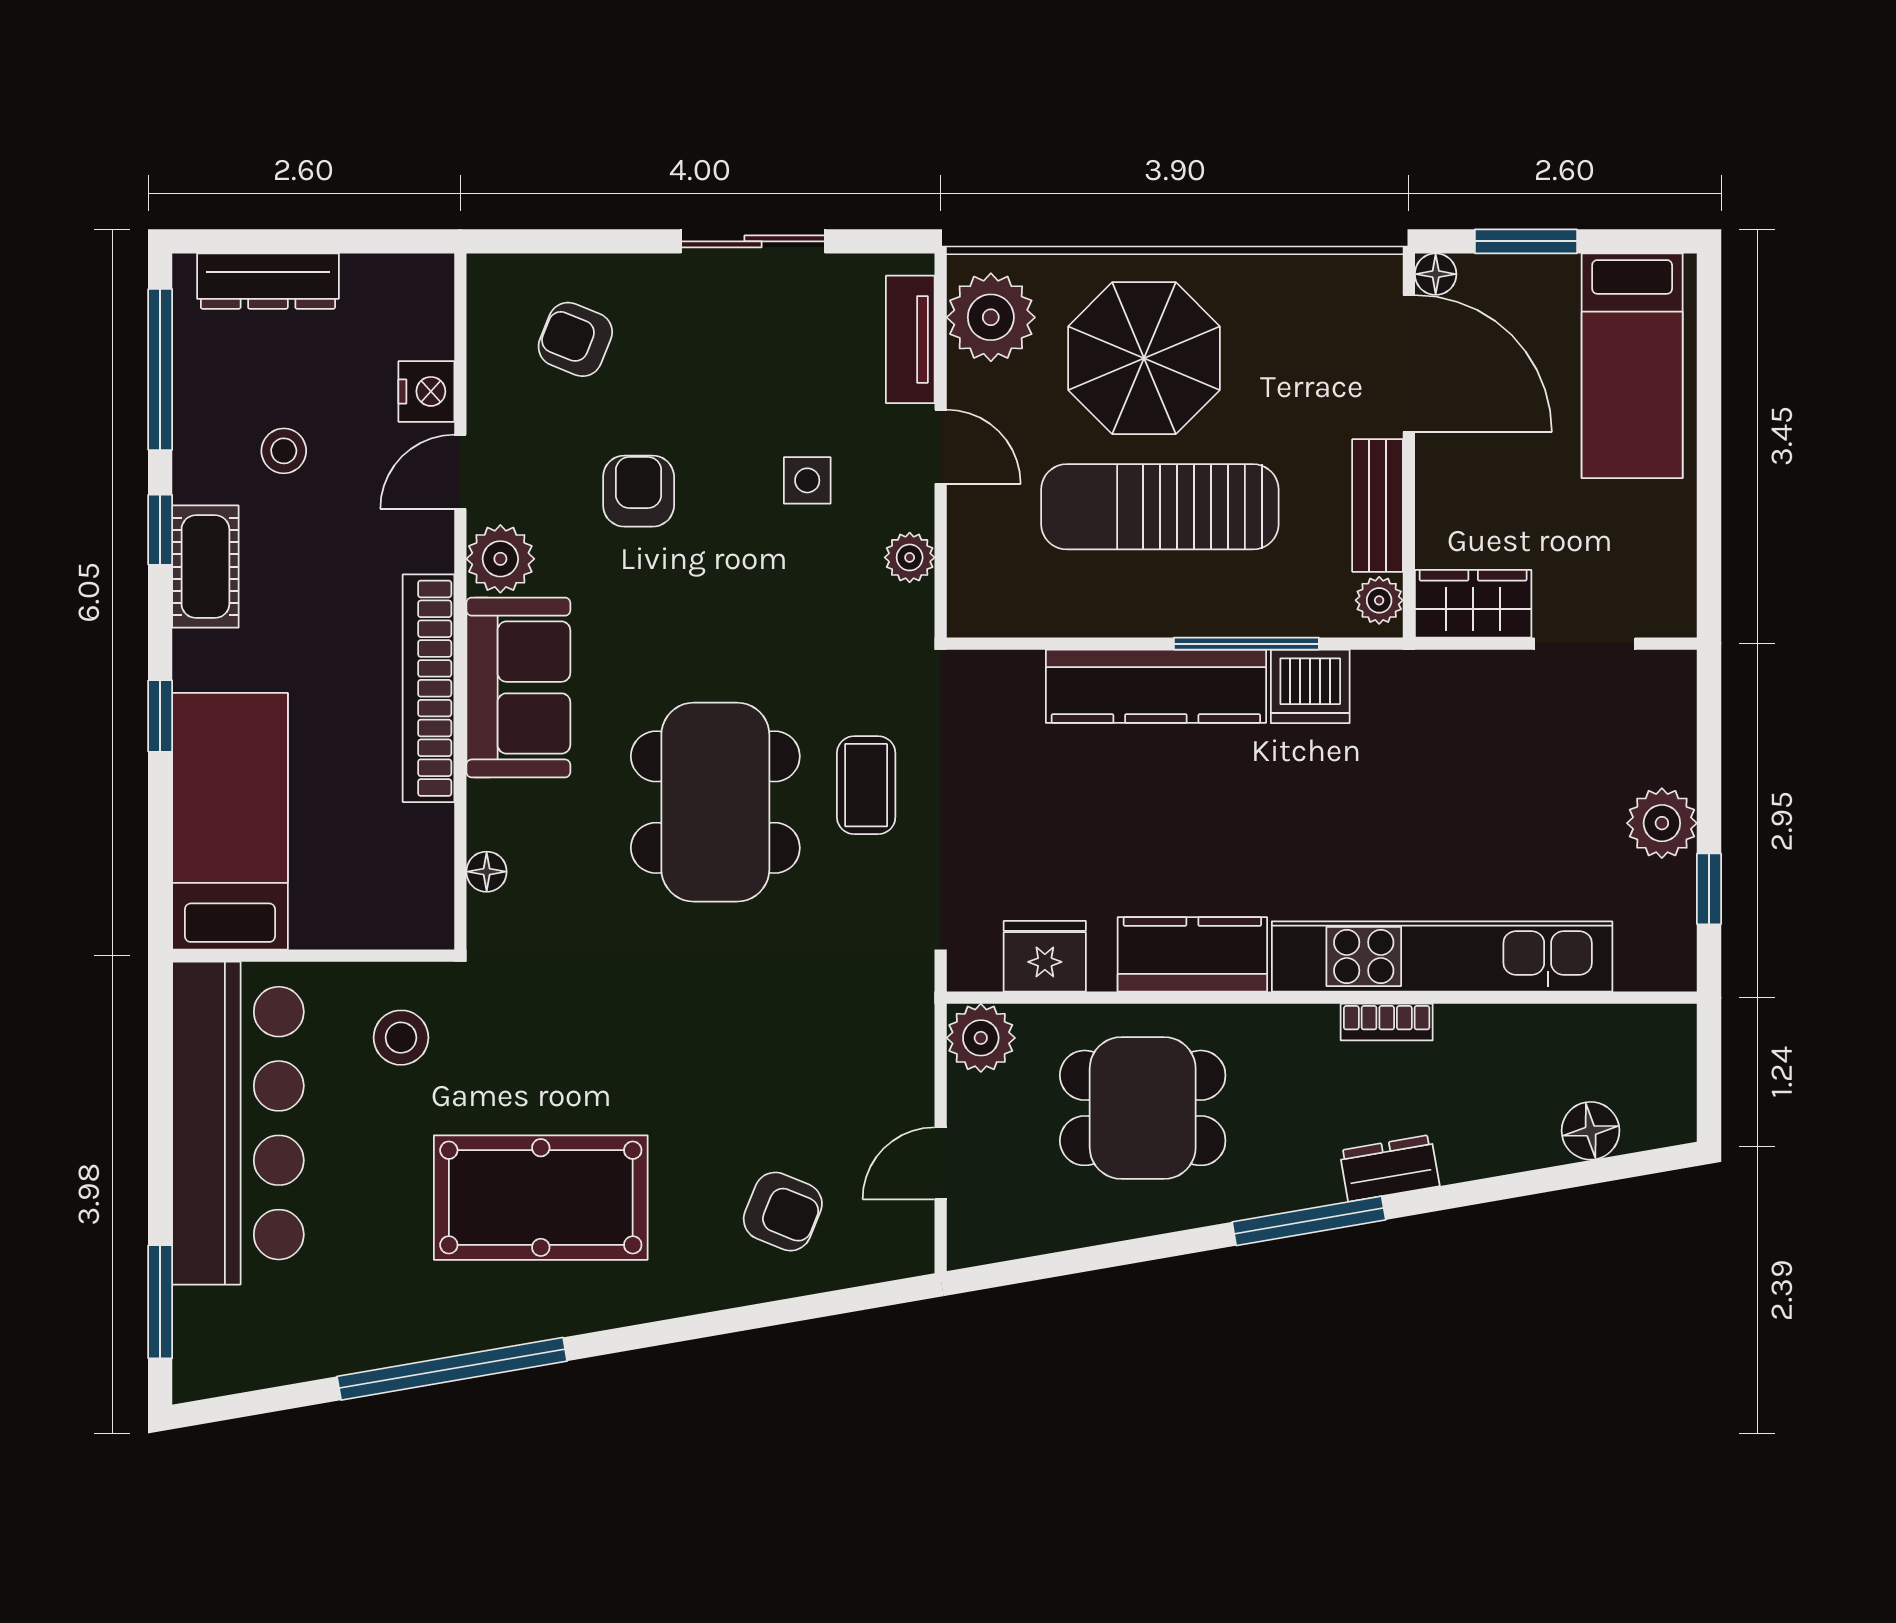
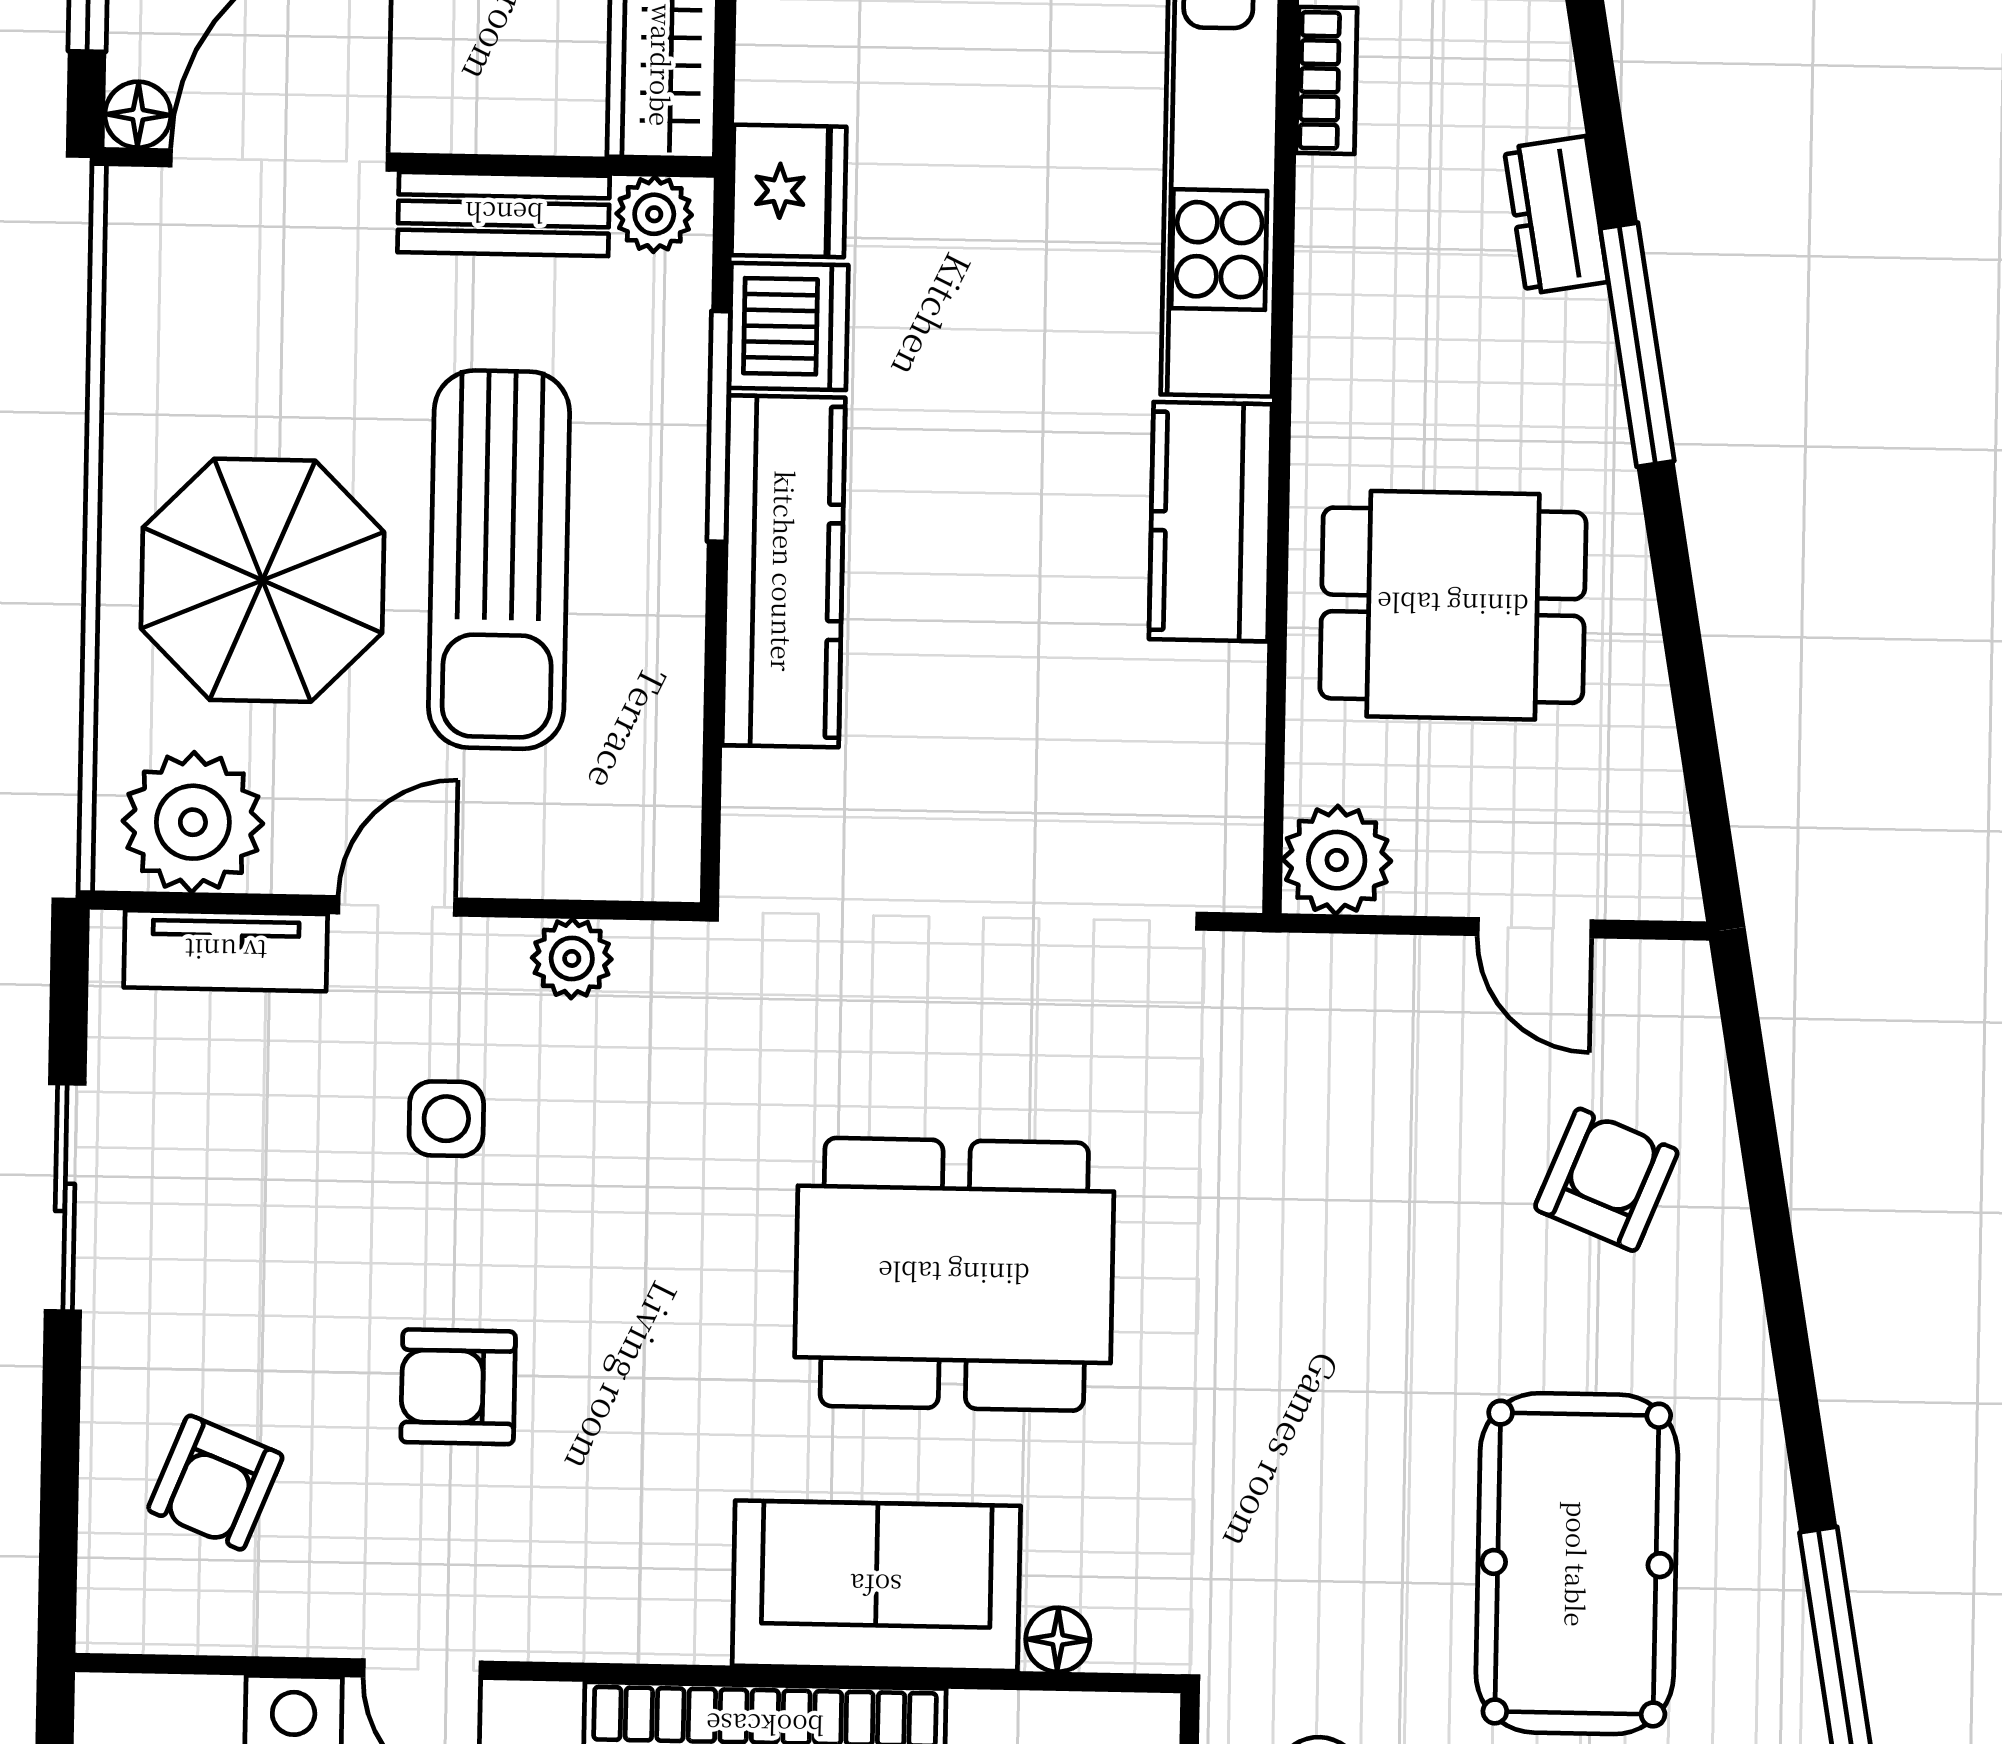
plant: (500, 559) -> (561, 1608), removed
sofa: (518, 688) -> (876, 1586), moved
coffee table: (866, 785) -> (932, 1034), removed
fridge: (1045, 956) -> (789, 191), moved, turned 180
bookcase: (1387, 1022) -> (1327, 80), moved
dining table: (1143, 1108) -> (1453, 605), turned 90

